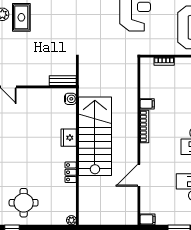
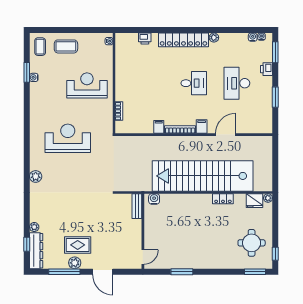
stairs: (95, 136) -> (203, 176), width x1.36
fridge: (69, 138) -> (254, 201), moved
door: (139, 175) -> (226, 135), swing flipped
filing cabinet: (148, 219) -> (202, 127), moved

